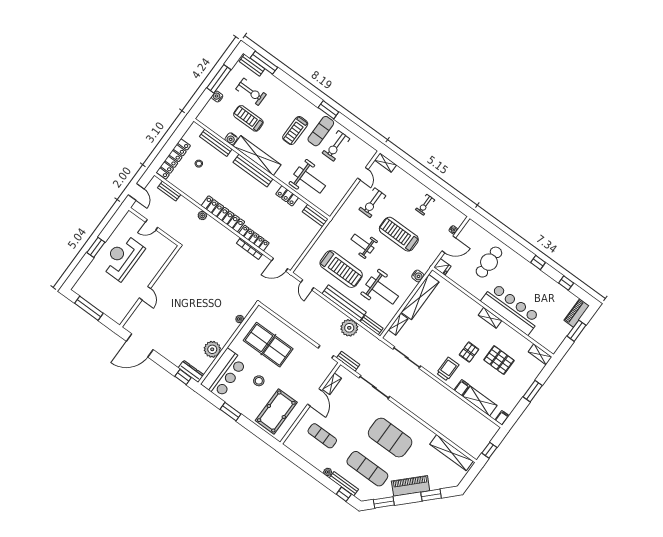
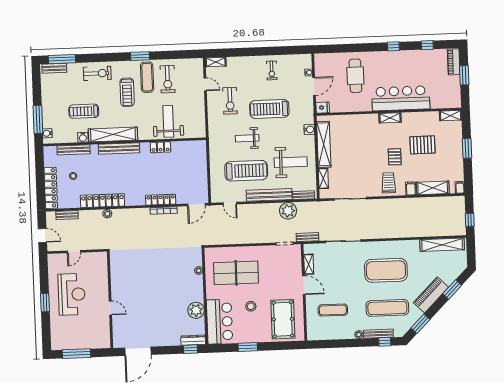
window: (219, 79) -> (38, 119), moved
exercise bike: (251, 92) -> (97, 73), moved
water cooler: (217, 97) -> (47, 133), moved
weight bench: (310, 180) -> (168, 121), turned -90
locker: (223, 214) -> (102, 201), moved
bench: (315, 215) -> (194, 145), removed
reception desk: (123, 258) -> (72, 294), turned 180

